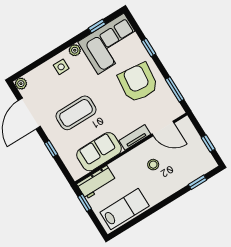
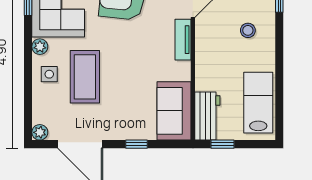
coffee table: (76, 113) -> (85, 77), moved
sofa: (99, 152) -> (174, 111), moved
stool: (153, 165) -> (248, 30), moved

